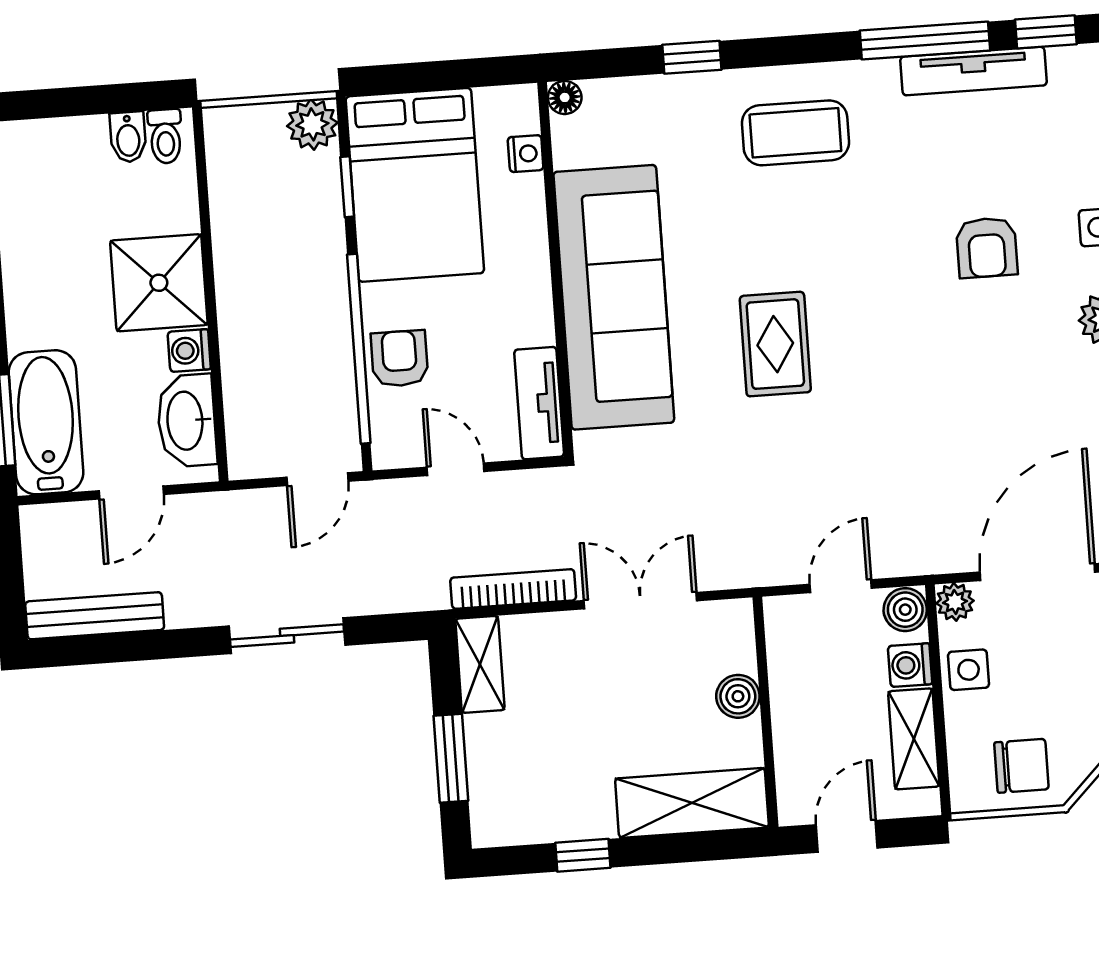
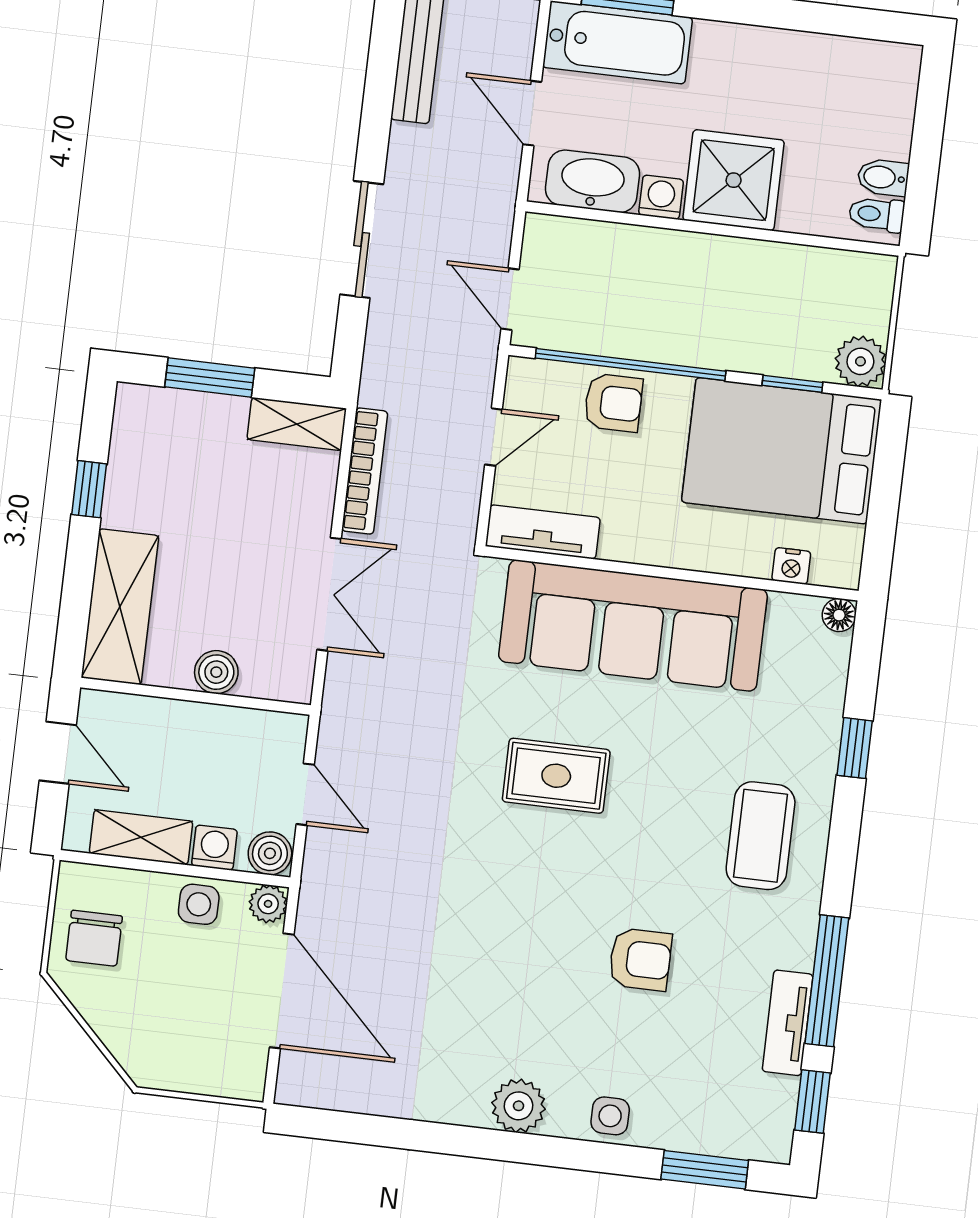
tv unit: (974, 71) -> (788, 1023), width x0.71
armchair: (987, 248) -> (640, 959), moved, turned 180

